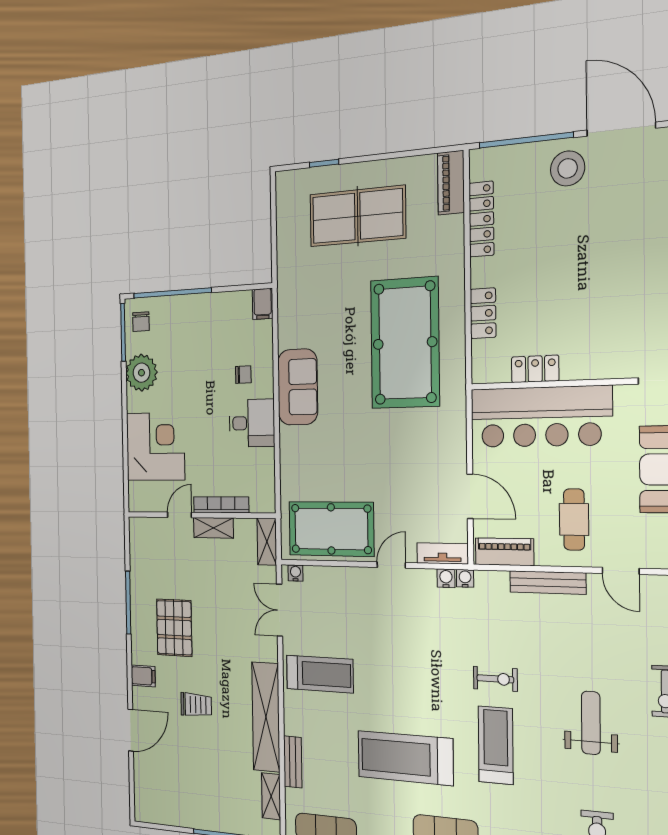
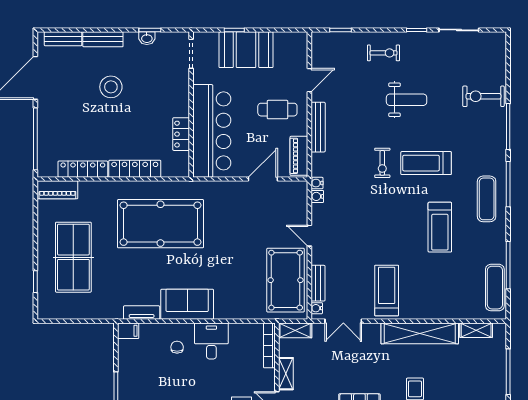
stool: (568, 168) -> (111, 87), moved
locker: (483, 313) -> (135, 169), width x1.53
bookcase: (221, 505) -> (269, 345), moved
tv unit: (442, 553) -> (142, 313), moved, turned 90
exercise bike: (495, 679) -> (382, 163), turned 180
weight bench: (591, 723) -> (407, 100), turned 180
treadmill: (405, 758) -> (440, 227), width x0.73, depth x0.73
bench: (293, 762) -> (318, 283), moved, turned 90

